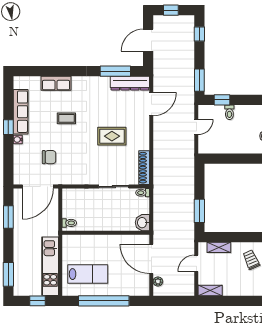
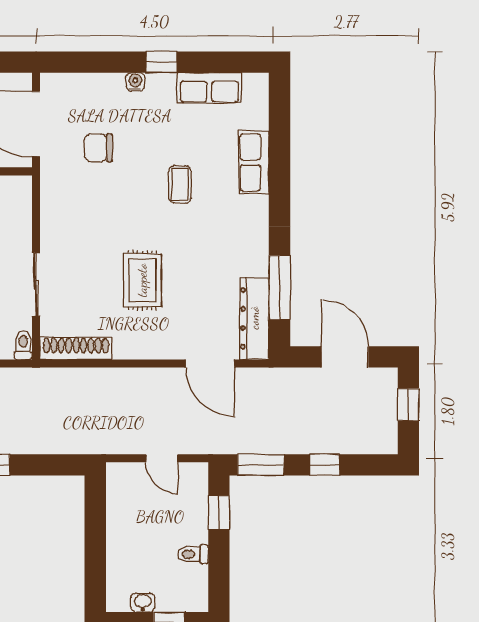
window: (199, 34) -> (325, 465), moved
row of seats: (21, 112) -> (209, 88), width x0.68
toilet: (229, 112) -> (193, 554), moved
chair: (49, 157) -> (98, 148), turned 90

